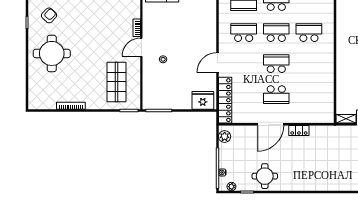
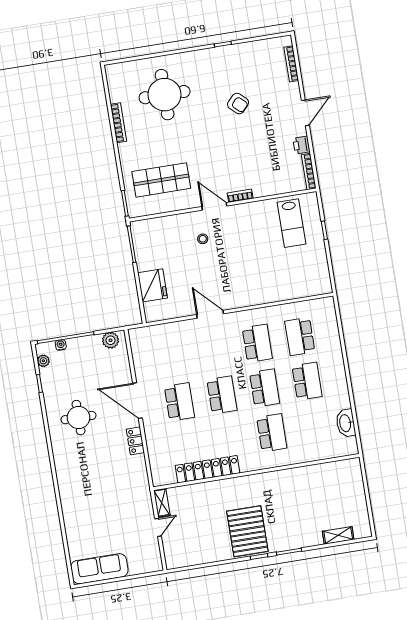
armchair: (49, 15) -> (238, 104), moved
round table: (52, 53) -> (165, 95), moved
school desk: (276, 95) -> (179, 402), turned 180
fridge: (203, 100) -> (152, 285), moved
locker: (225, 100) -> (208, 469), moved, turned 180
round table: (265, 176) -> (79, 418), moved

